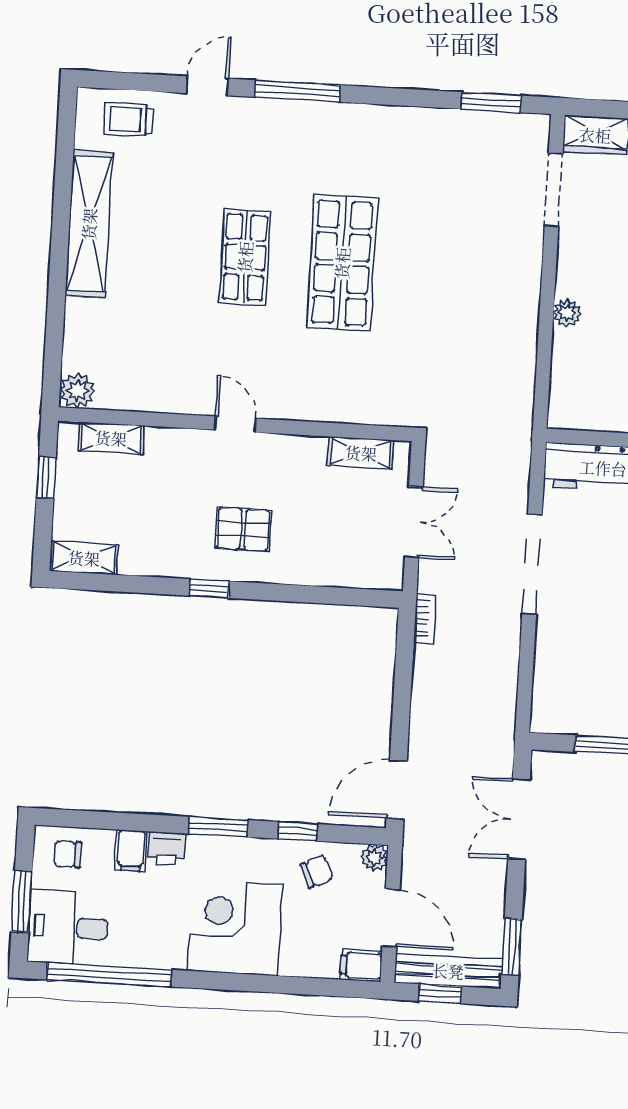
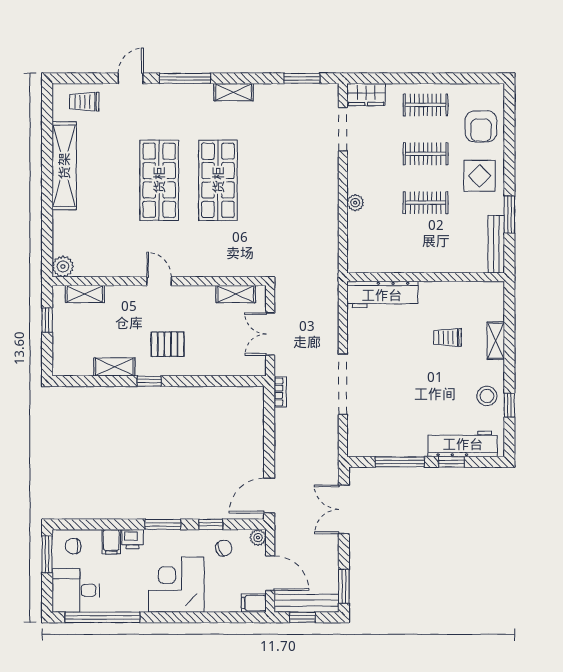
shelving: (376, 118) -> (233, 92), added
shop shelf: (245, 257) -> (159, 180), width x1.43, depth x1.36
double door: (414, 522) -> (270, 334), swing flipped
shelving: (84, 558) -> (114, 367), moved
doorway: (532, 564) -> (343, 384), moved
window: (22, 902) -> (47, 554), moved

